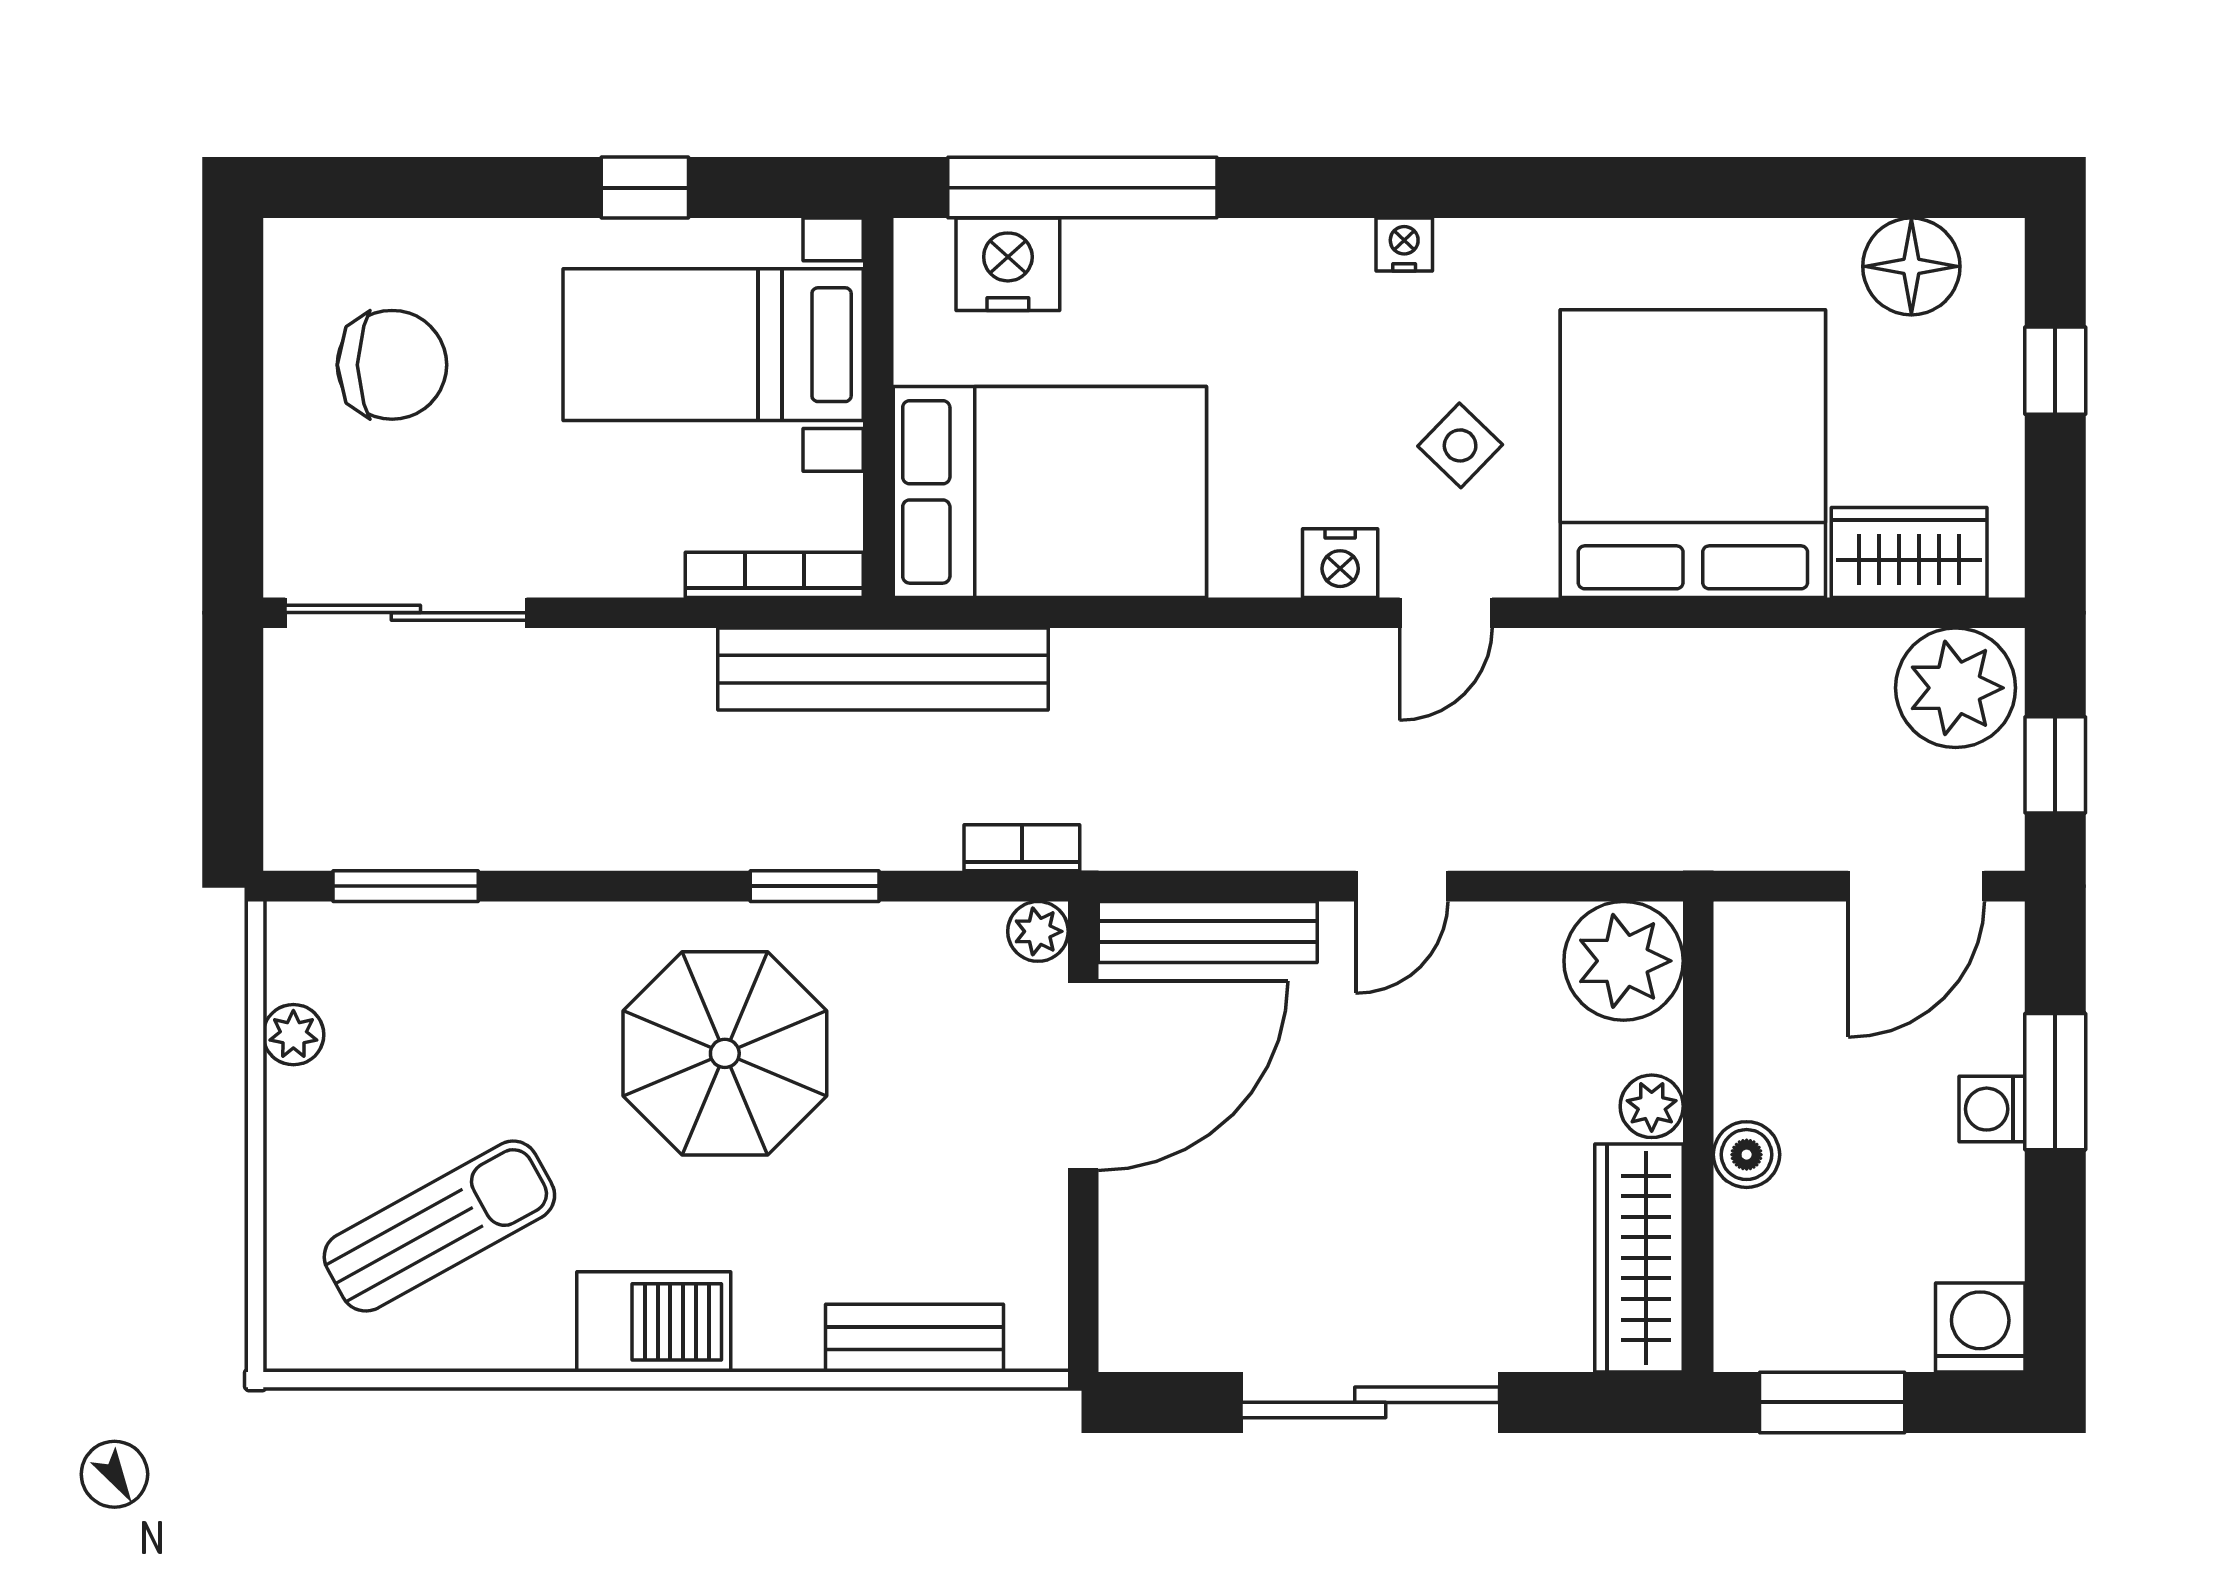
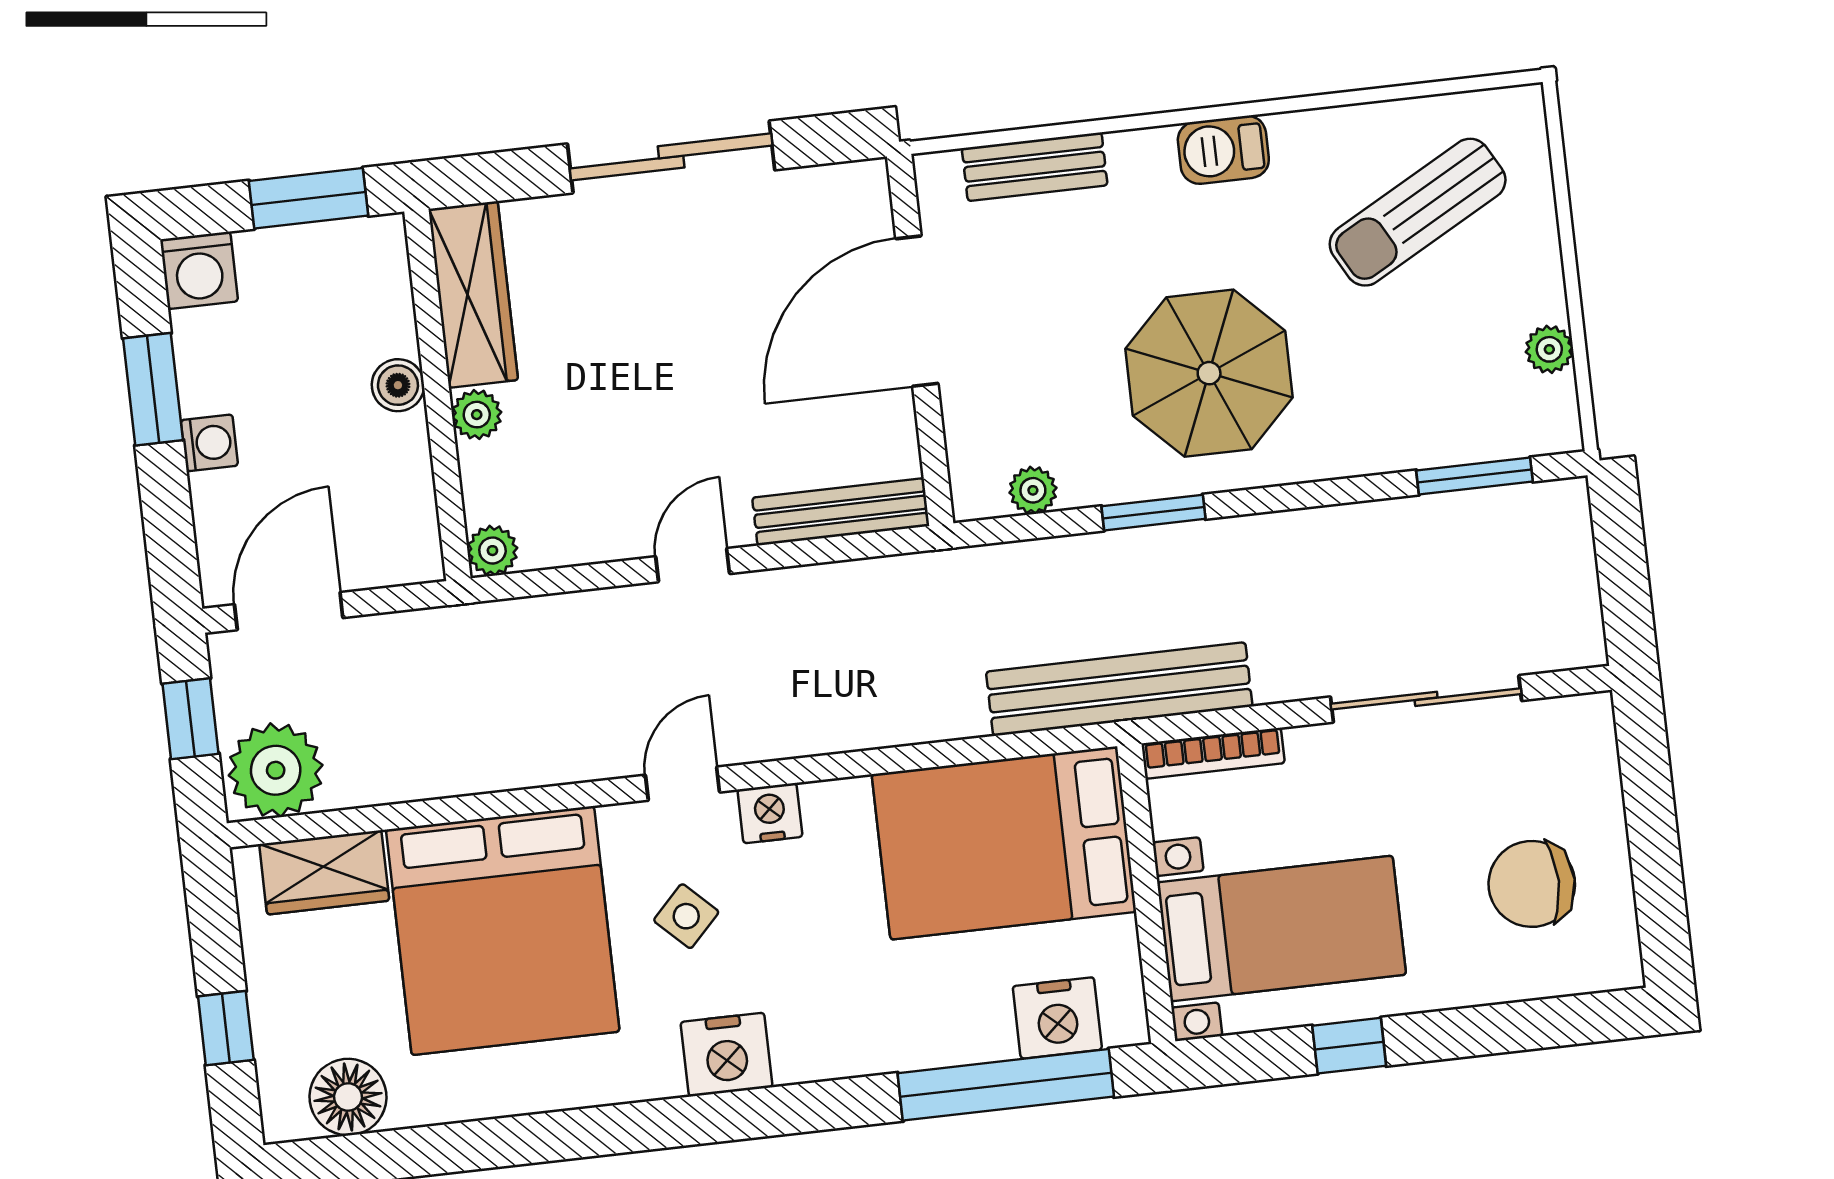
nightstand: (1404, 244) -> (727, 1055), width x1.89, depth x1.79
sliding door: (406, 613) -> (1426, 699), moved
bookcase: (1022, 848) -> (994, 561), removed
plant: (1038, 931) -> (1033, 490), moved
plant: (1624, 961) -> (492, 551), width x0.53, depth x0.53
door: (1083, 1076) -> (917, 311), moved
window: (2055, 1082) -> (153, 389), moved
barbecue: (654, 1322) -> (1223, 150), width x0.73, depth x0.79

